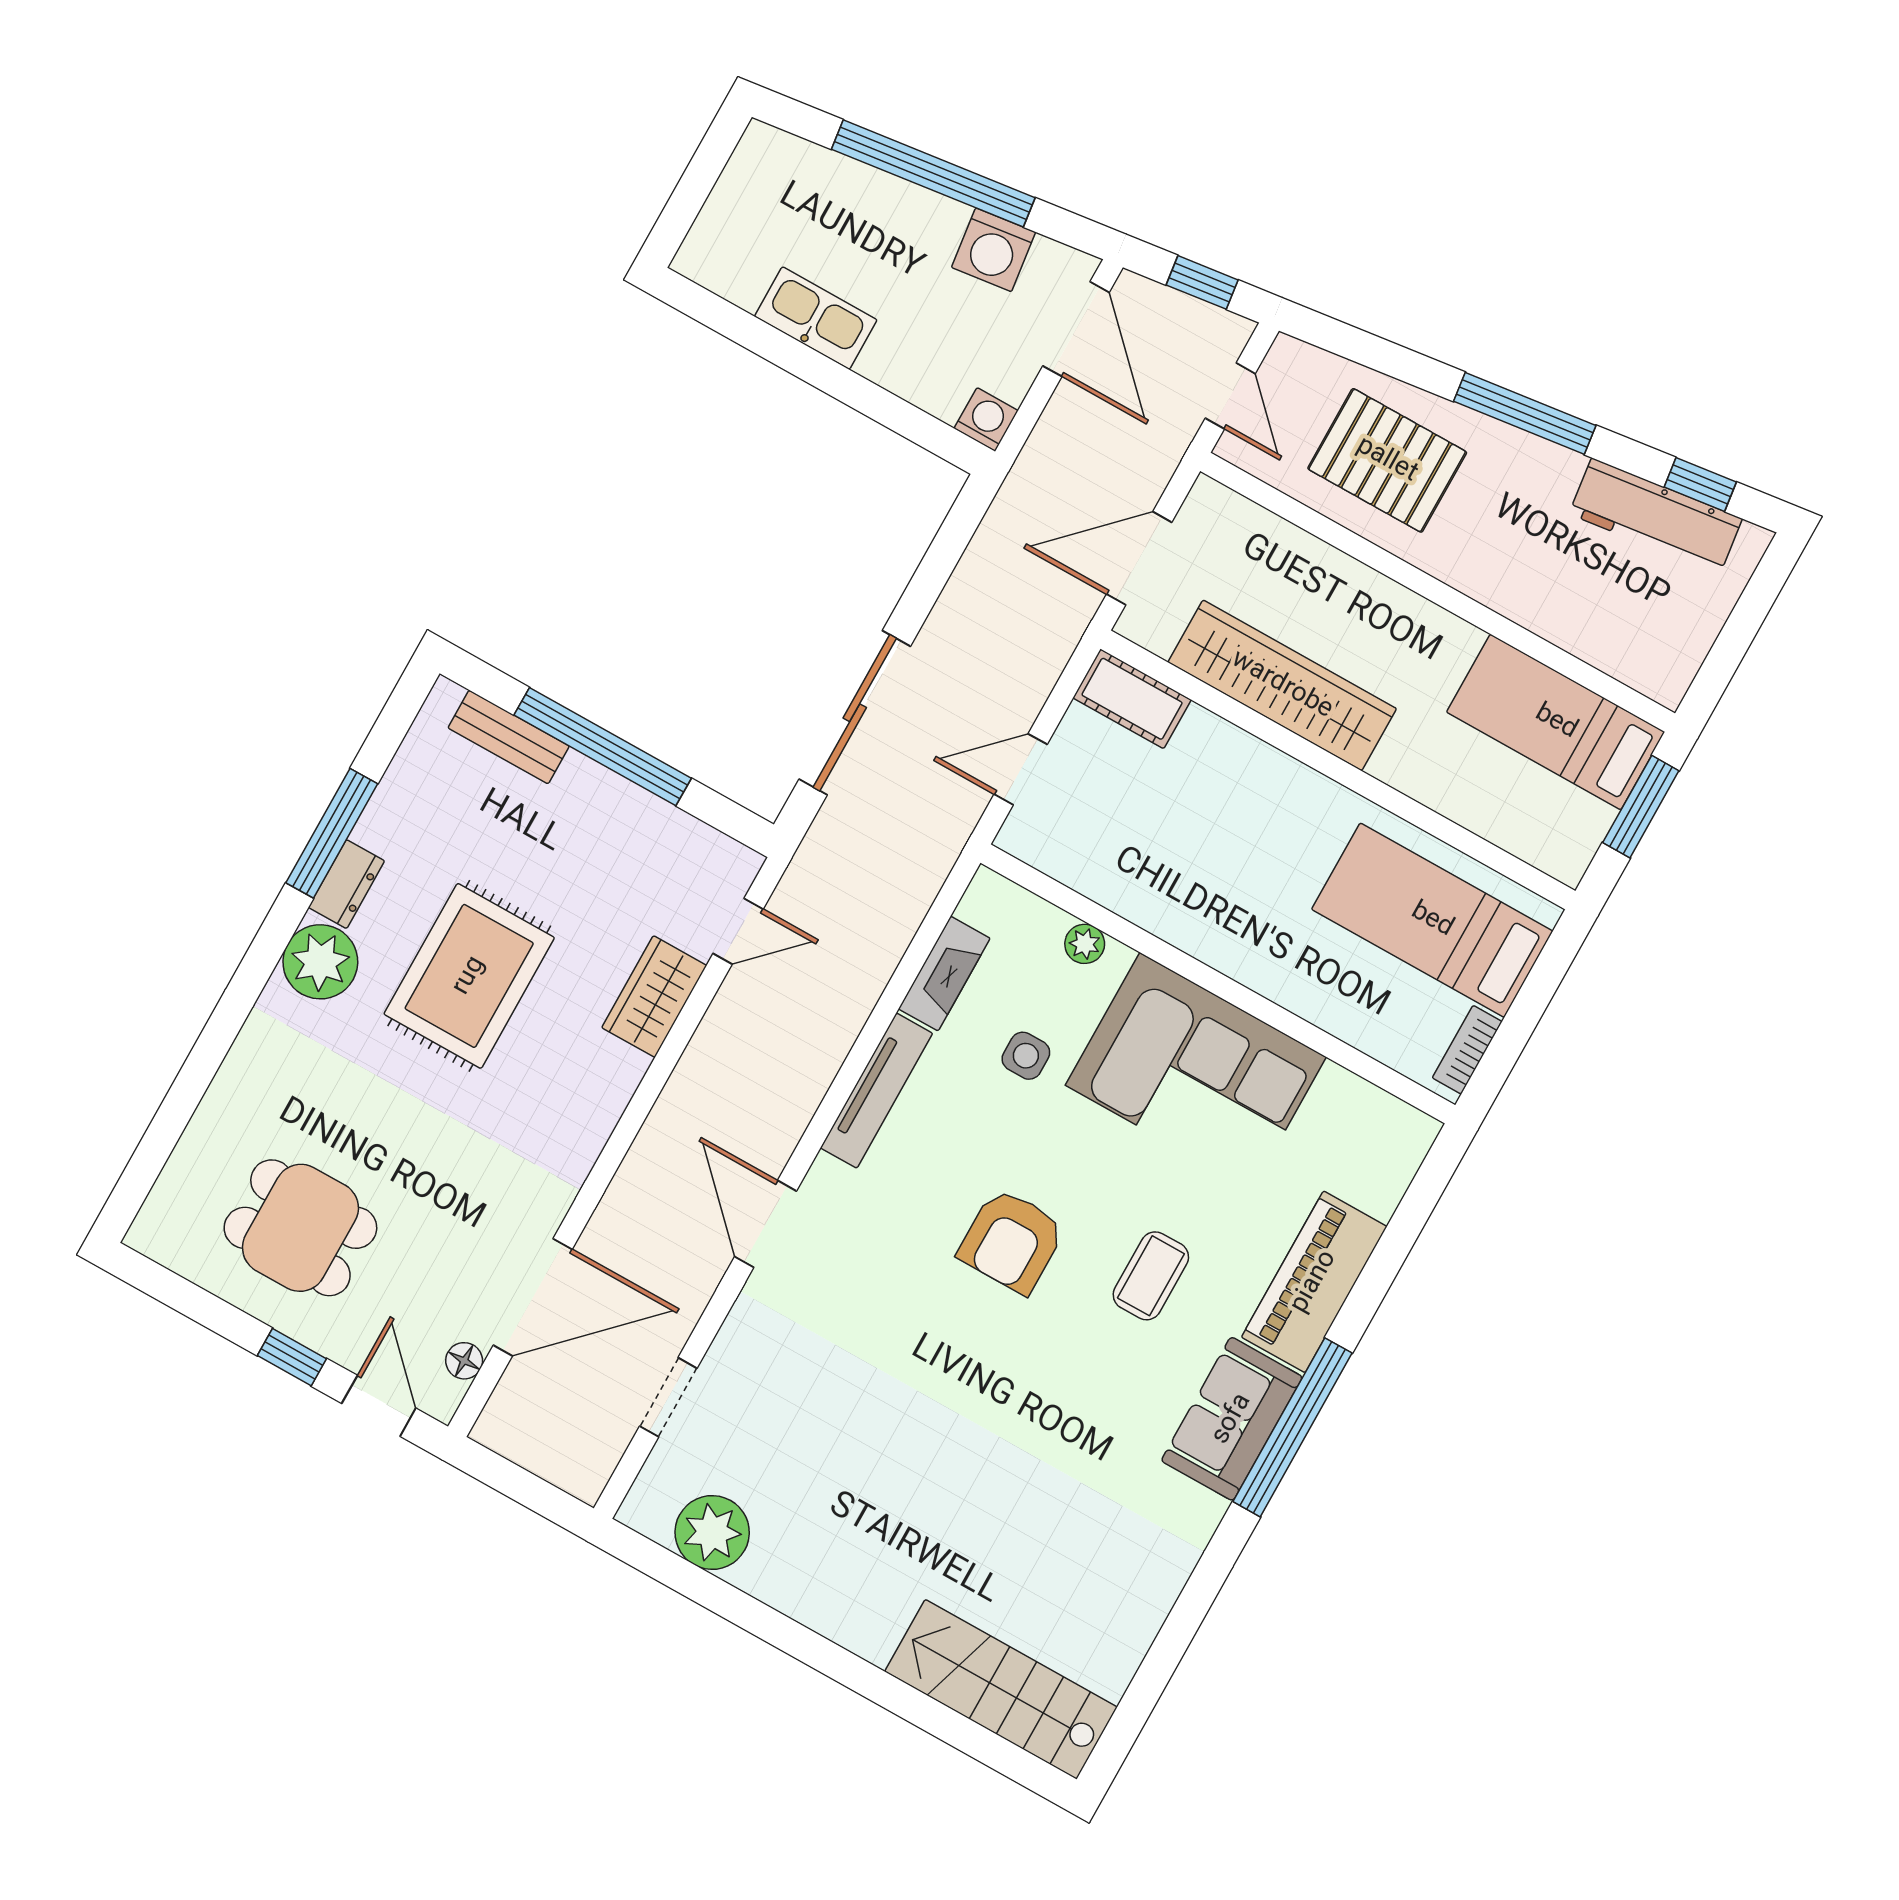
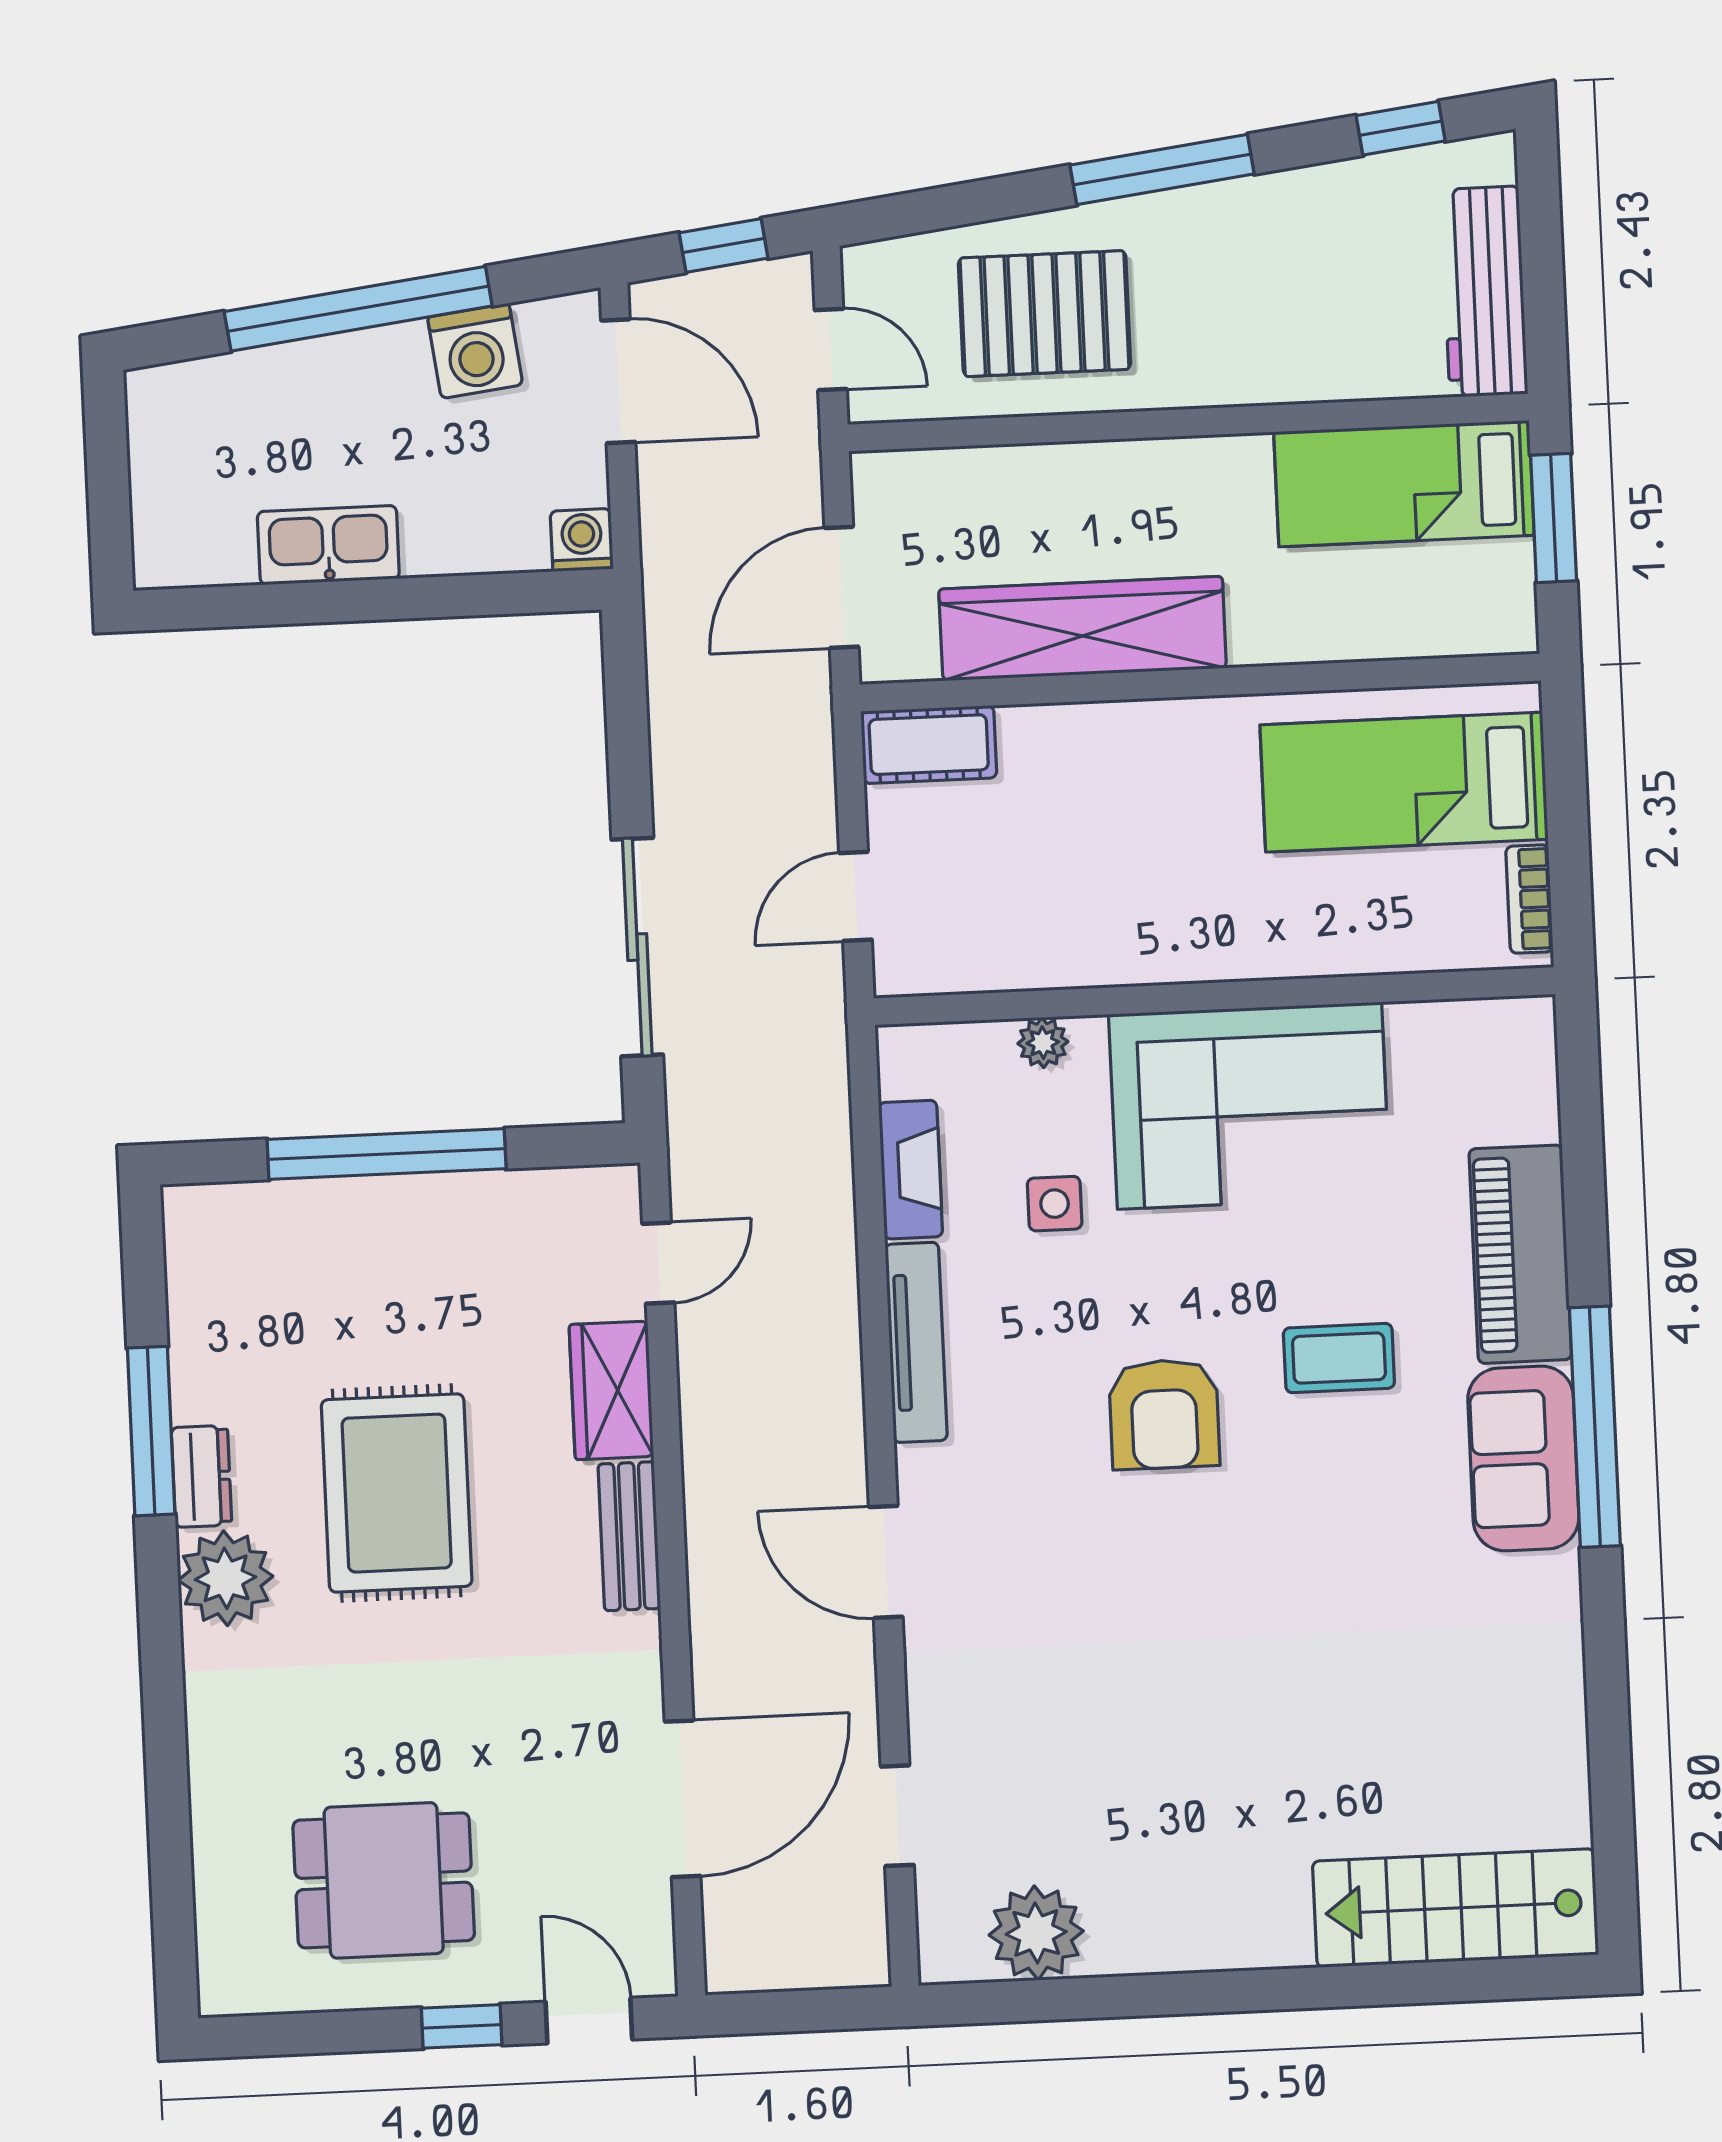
workbench: (1656, 516) -> (1484, 292), moved, turned 97
bench: (509, 737) -> (629, 1536), moved, turned 90
coffee table: (1151, 1276) -> (1339, 1358), turned 90
floor lamp: (464, 1361) -> (651, 1914), removed

